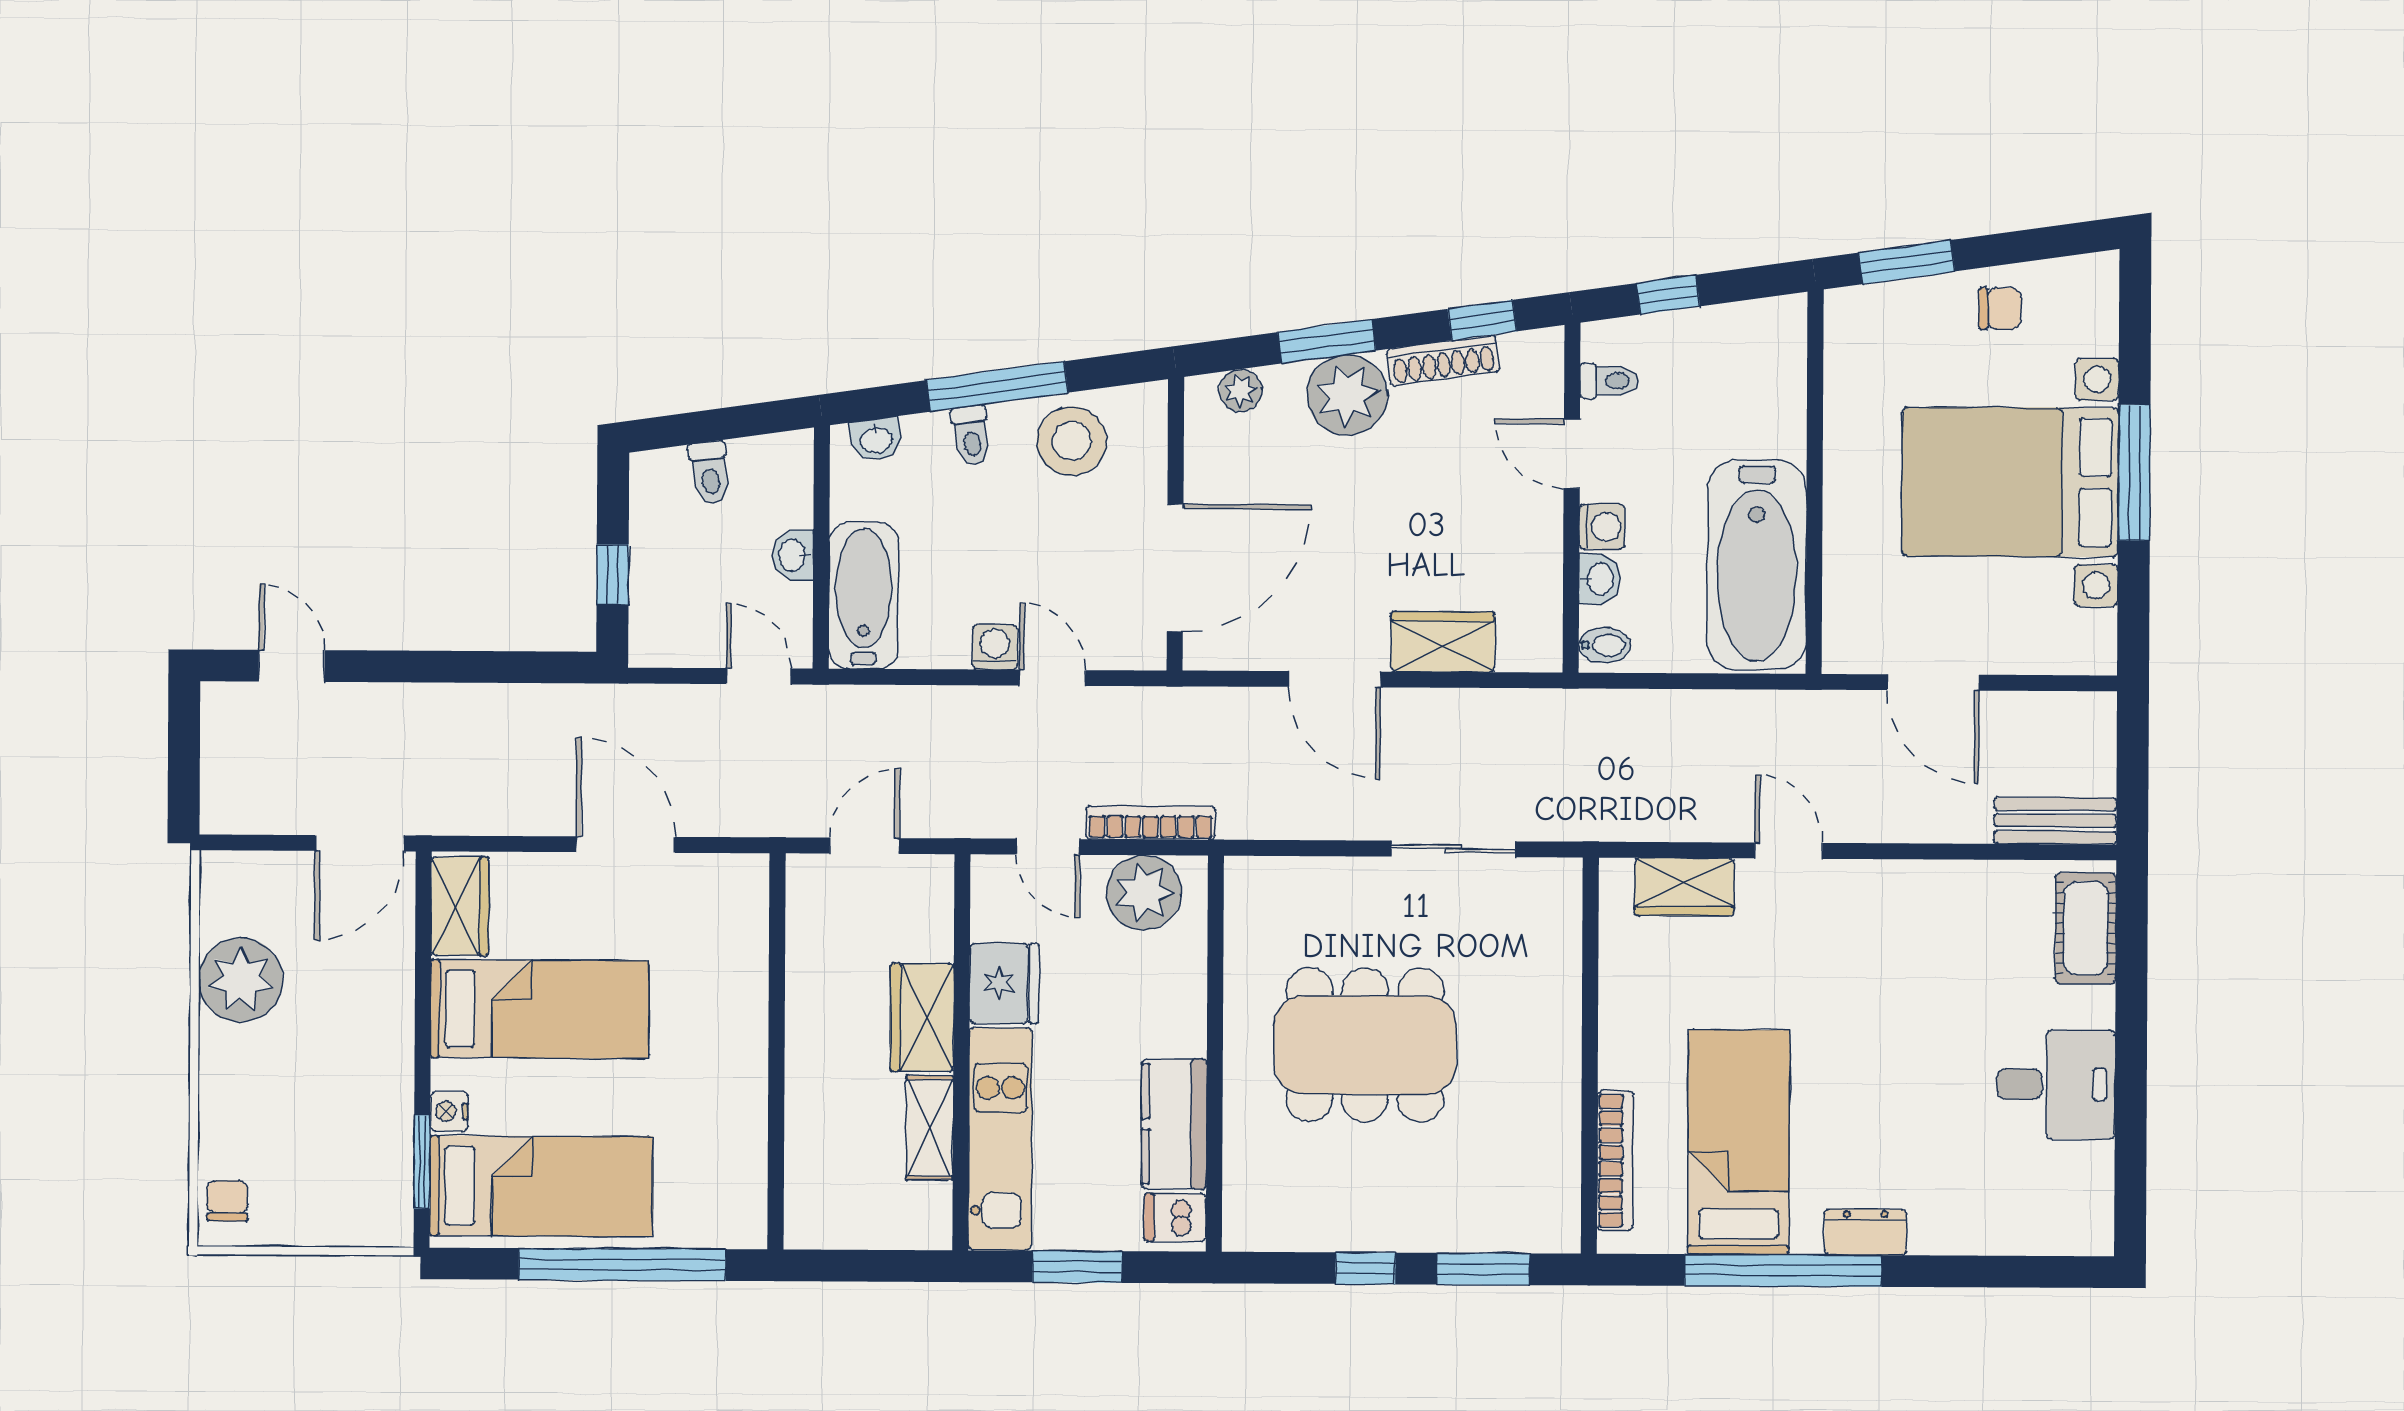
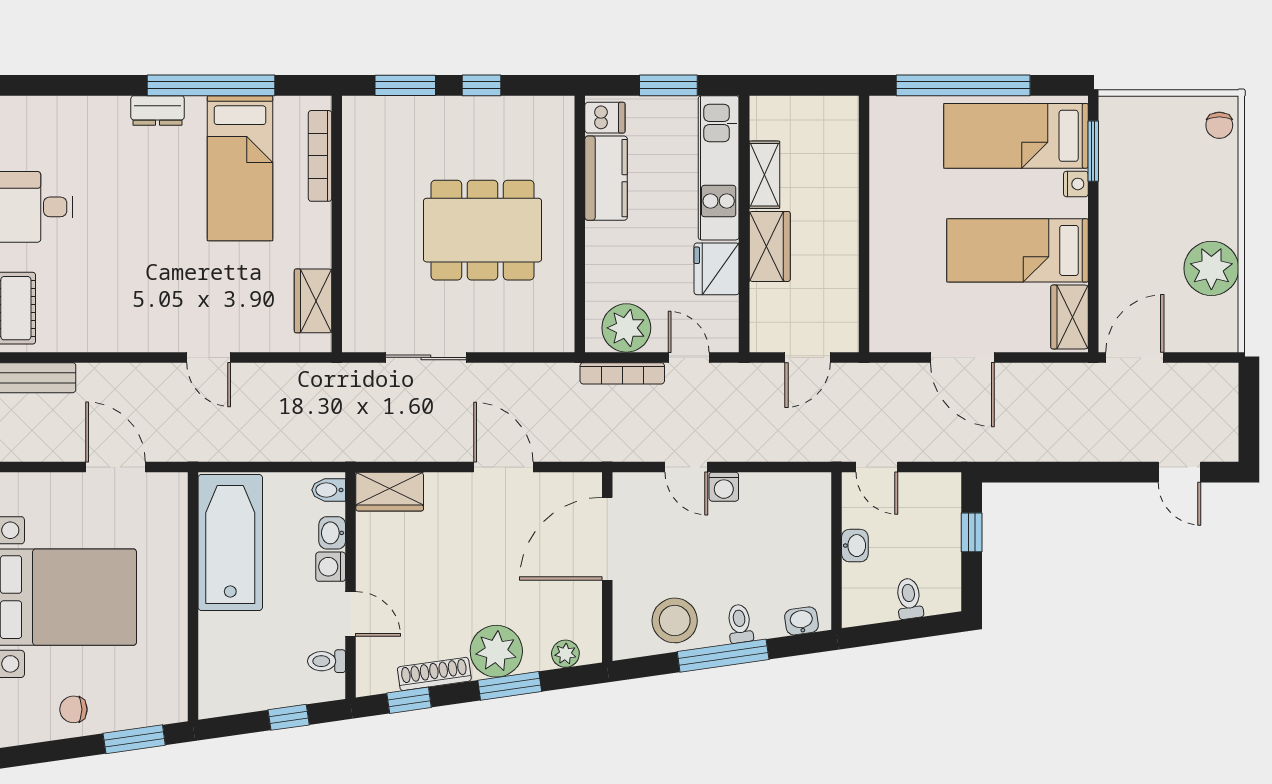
bathtub: (864, 596) -> (809, 520), removed
wardrobe: (1443, 642) -> (390, 492), moved
wardrobe: (1684, 887) -> (313, 301), moved, turned -90

